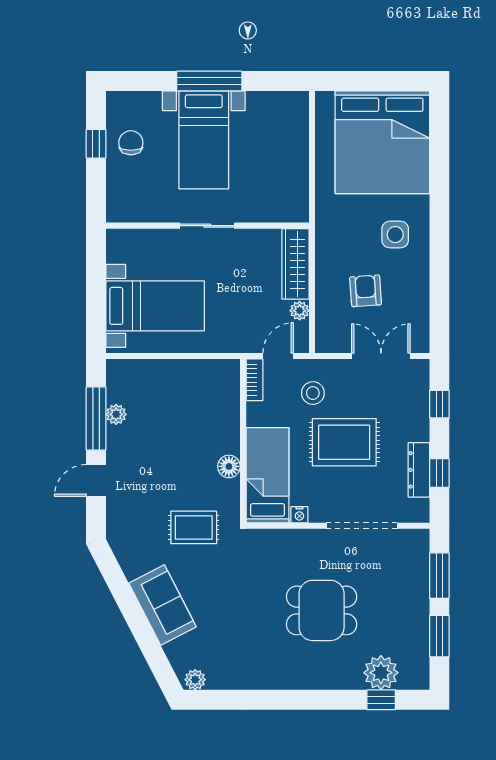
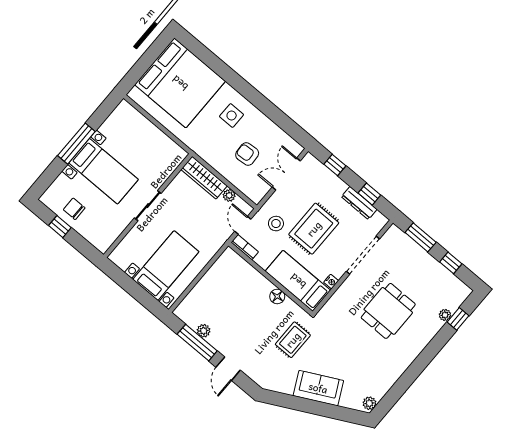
window: (439, 636) -> (451, 263), width x0.67
plant: (381, 673) -> (445, 315), width x0.53, depth x0.53

